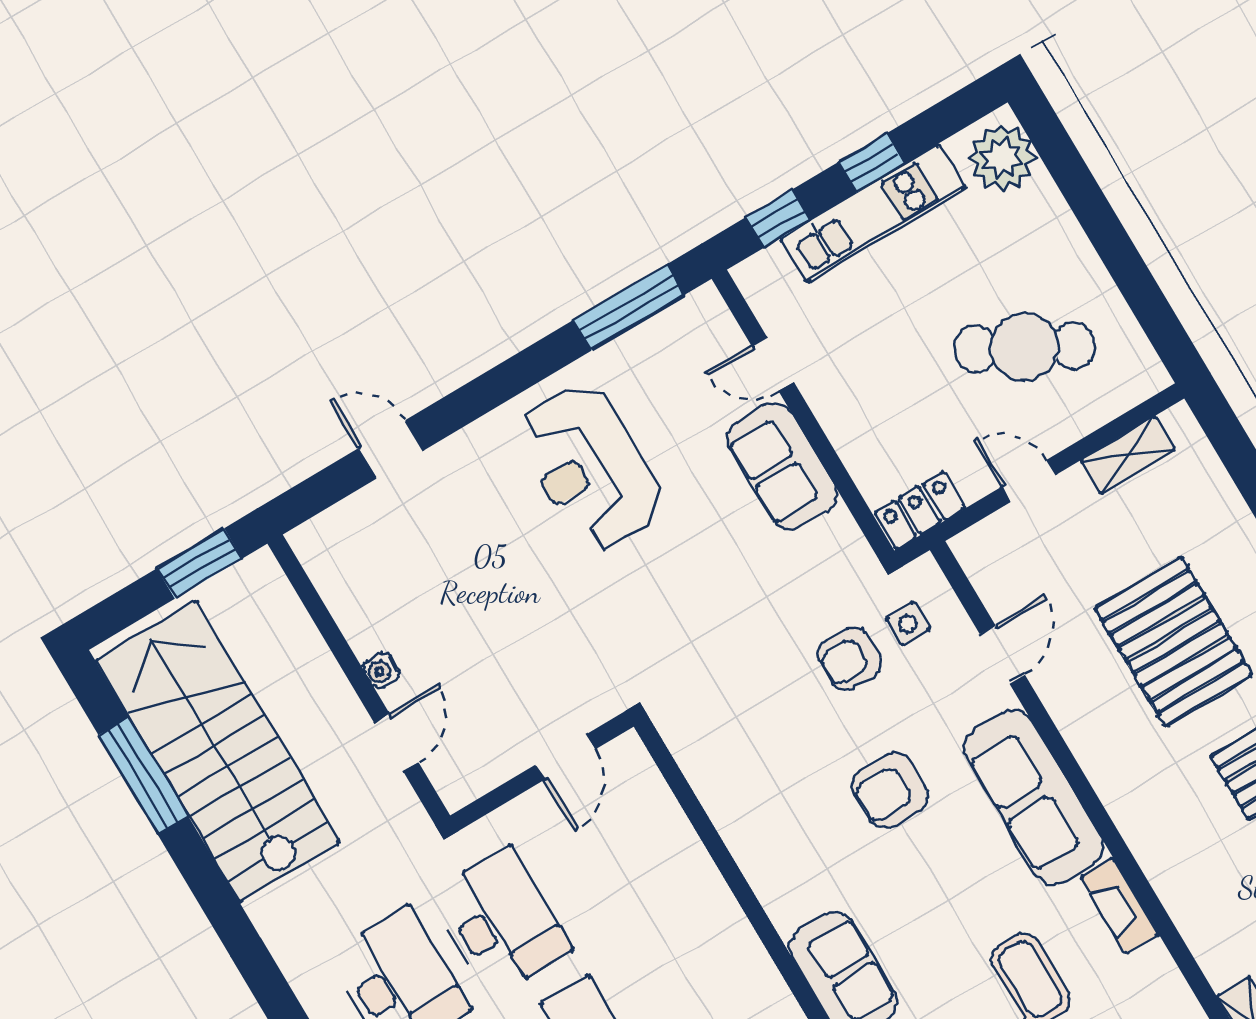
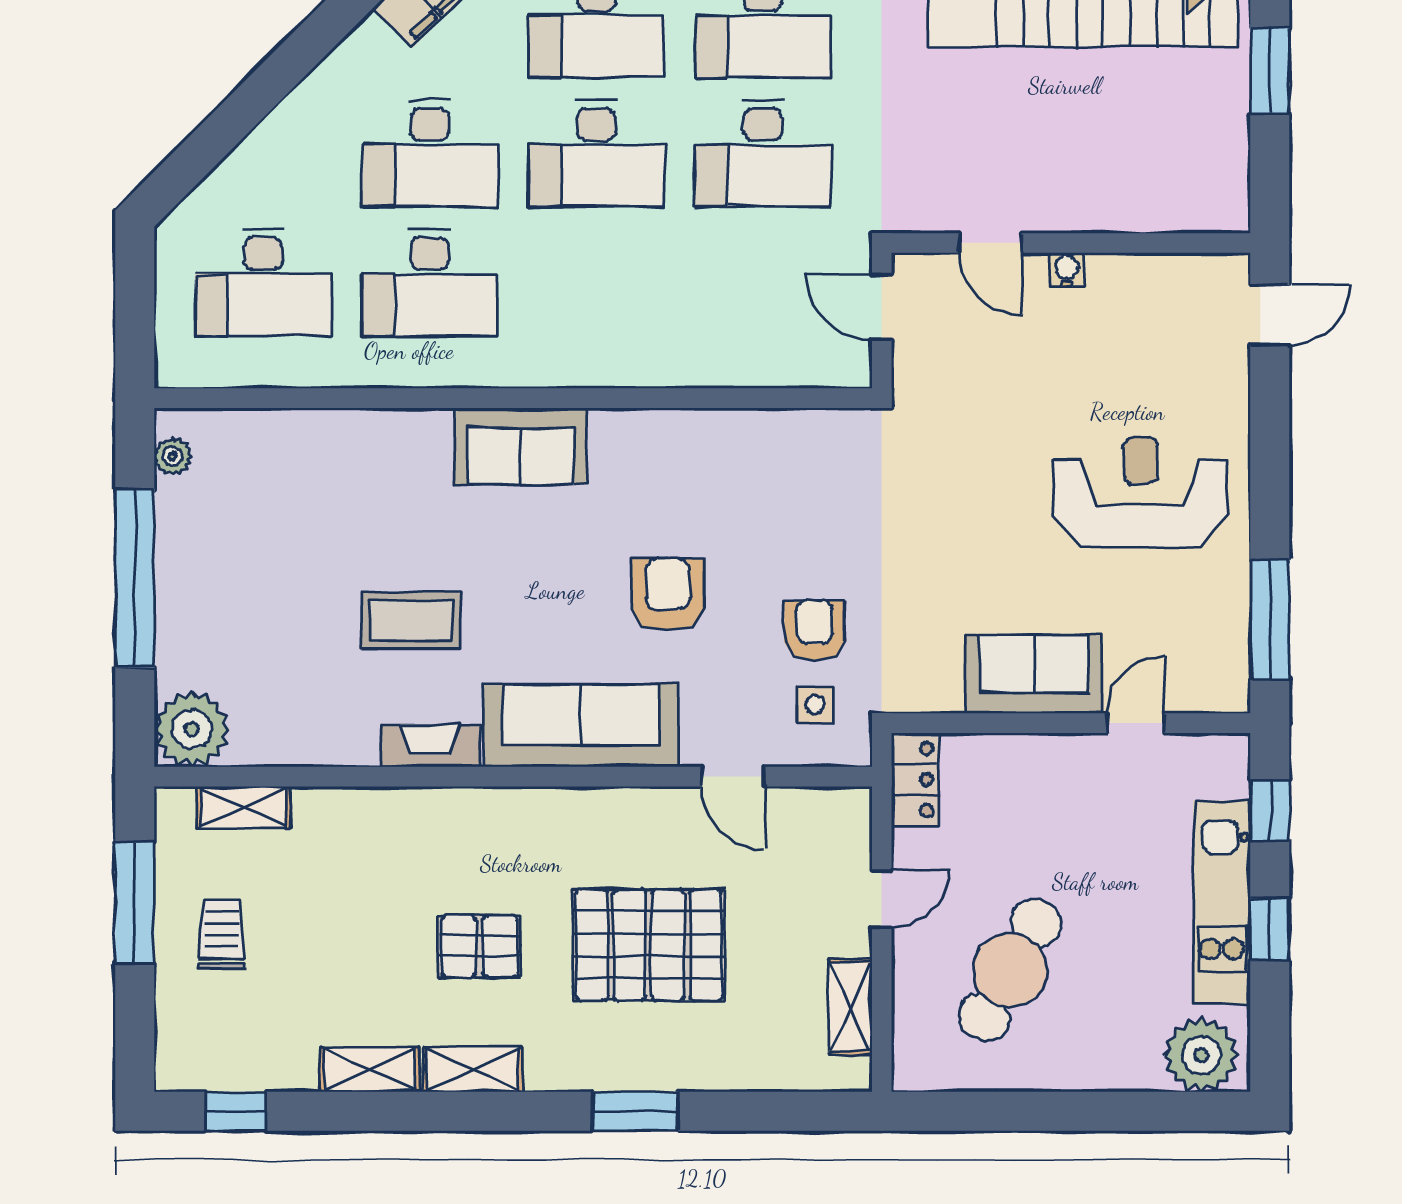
water cooler: (381, 670) -> (1067, 270), moved
wall: (359, 680) -> (1071, 243), moved
door: (396, 743) -> (990, 243), moved

